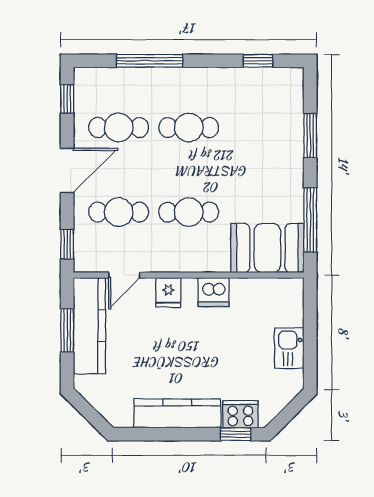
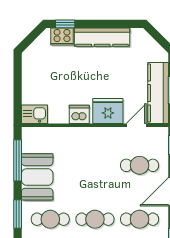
cafe table: (189, 212) -> (50, 219), moved
booth: (267, 248) -> (37, 177), moved, turned 90
fridge: (168, 292) -> (108, 111), width x1.88, depth x1.34
kitchen sink: (289, 348) -> (34, 114), moved, turned -90

